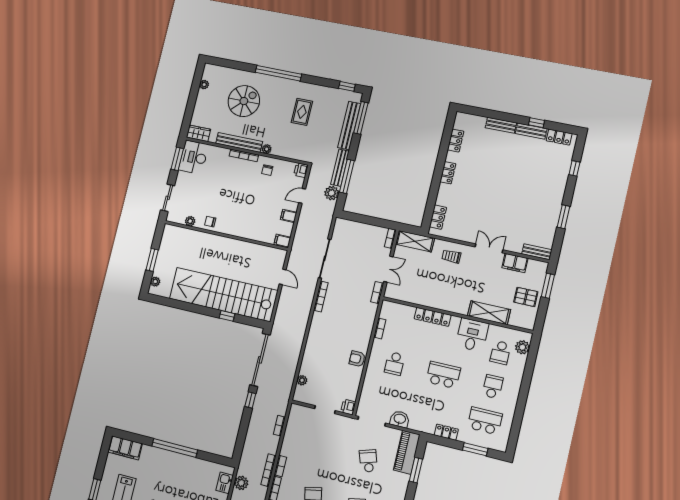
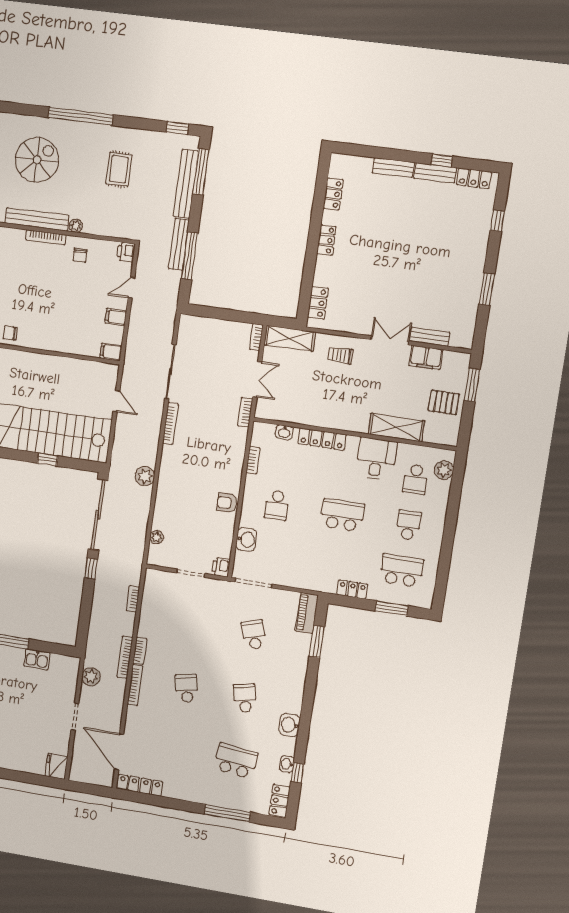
plant: (332, 193) -> (145, 476), moved
bench: (537, 252) -> (430, 337), moved
washbasin: (405, 310) -> (284, 432), added
washbasin: (400, 419) -> (246, 539), moved, turned 90
piano: (407, 452) -> (307, 613), width x0.73, depth x0.75
kitchen sink: (225, 483) -> (37, 659), moved, turned -90

